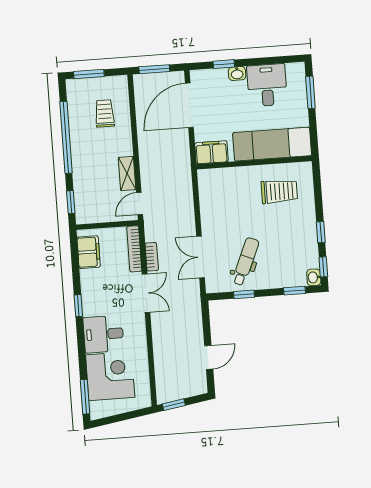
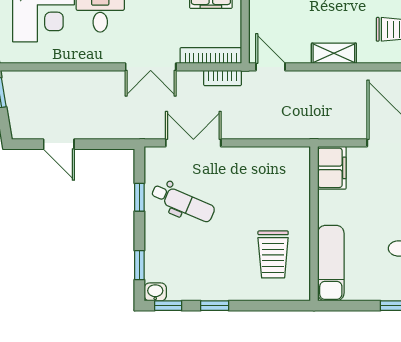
exam couch: (272, 144) -> (331, 263), width x0.73, depth x0.69
shelving: (127, 173) -> (334, 53), moved
bookcase: (152, 257) -> (223, 78), moved

